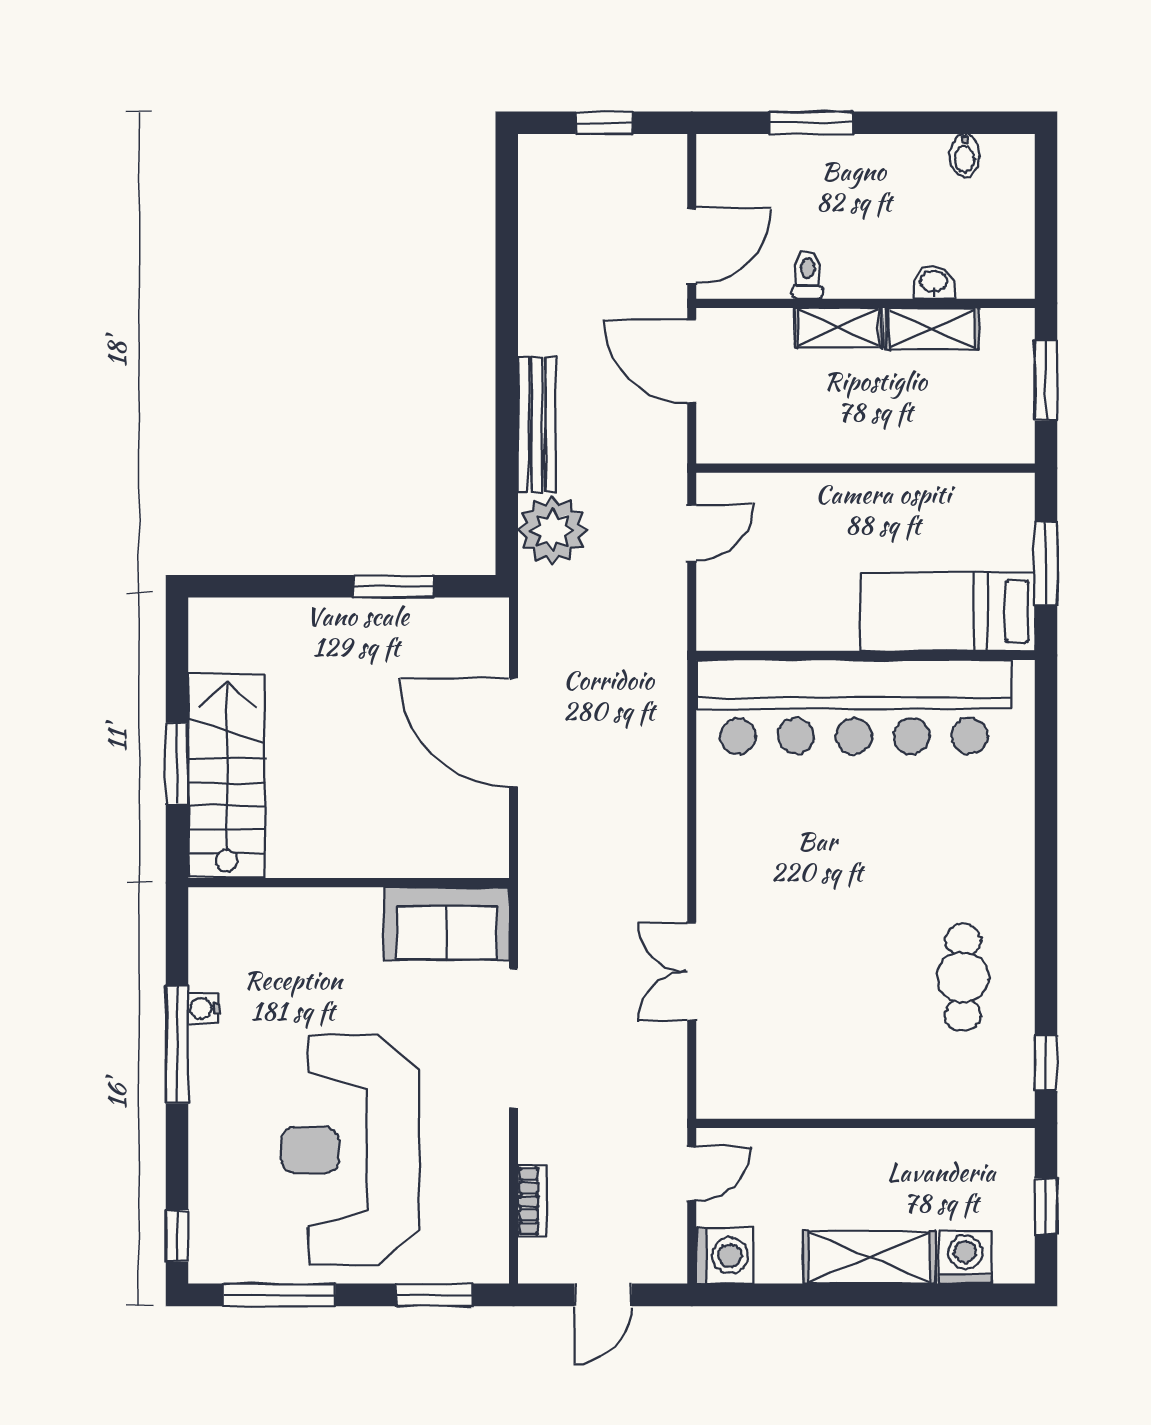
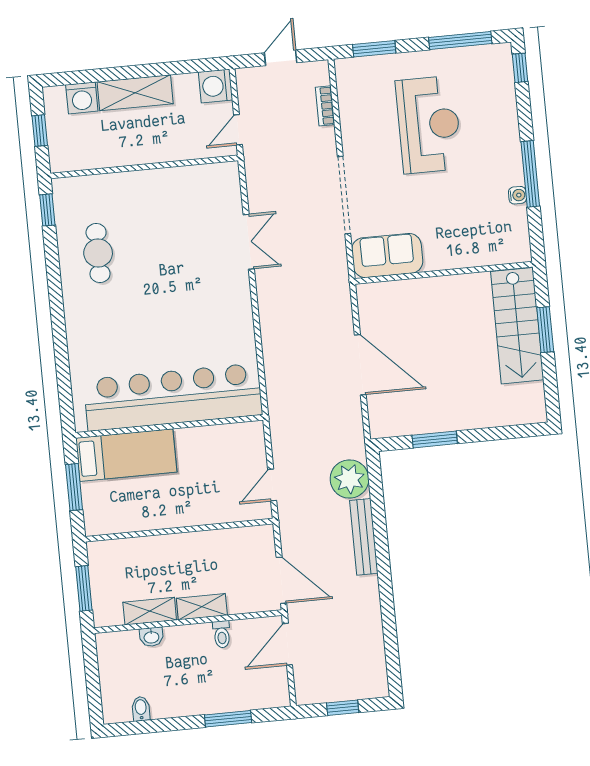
reception desk: (350, 1150) -> (429, 125), width x0.74, depth x0.77

